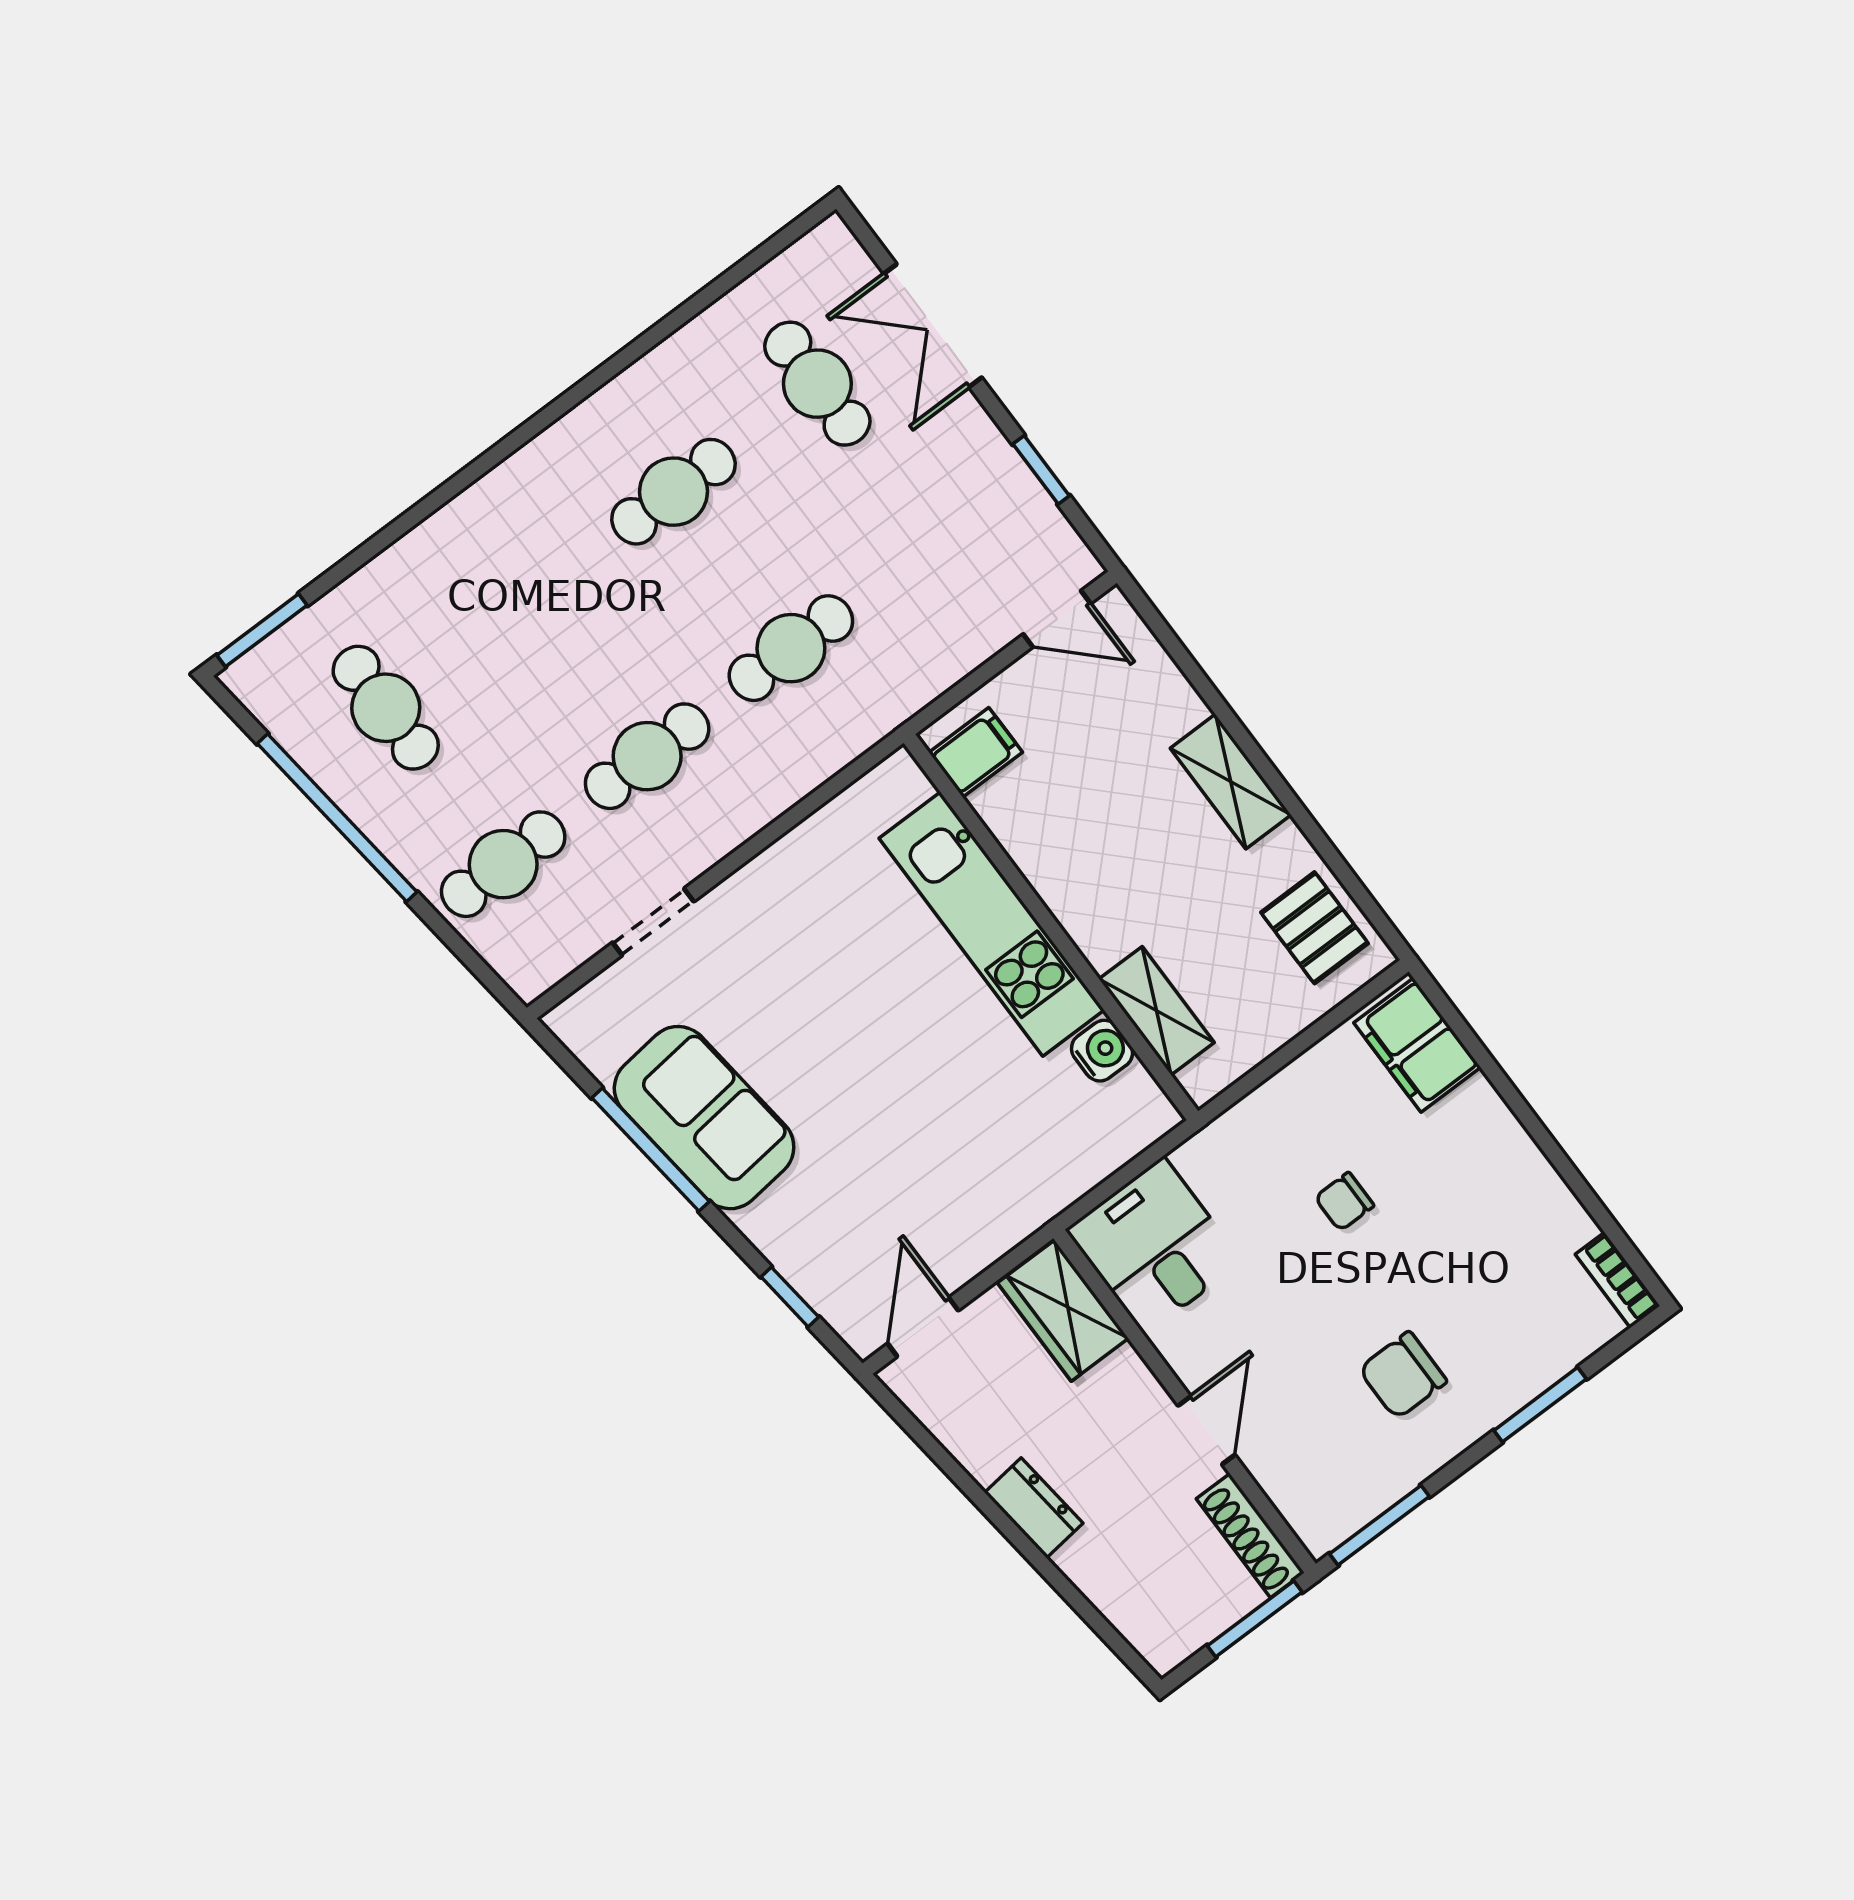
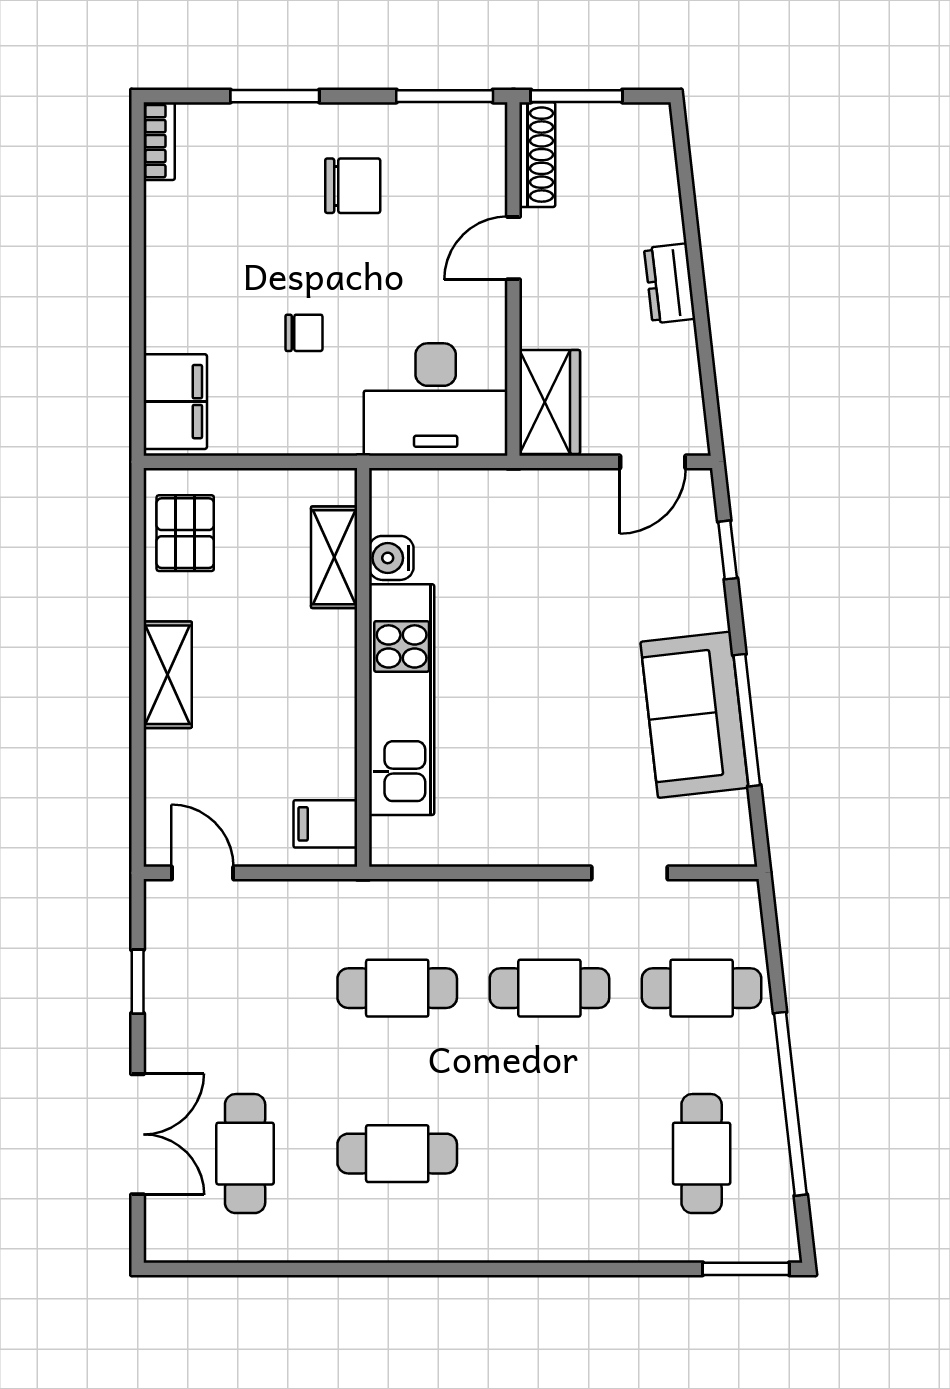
desk: (1154, 1246) -> (436, 400), width x1.37

